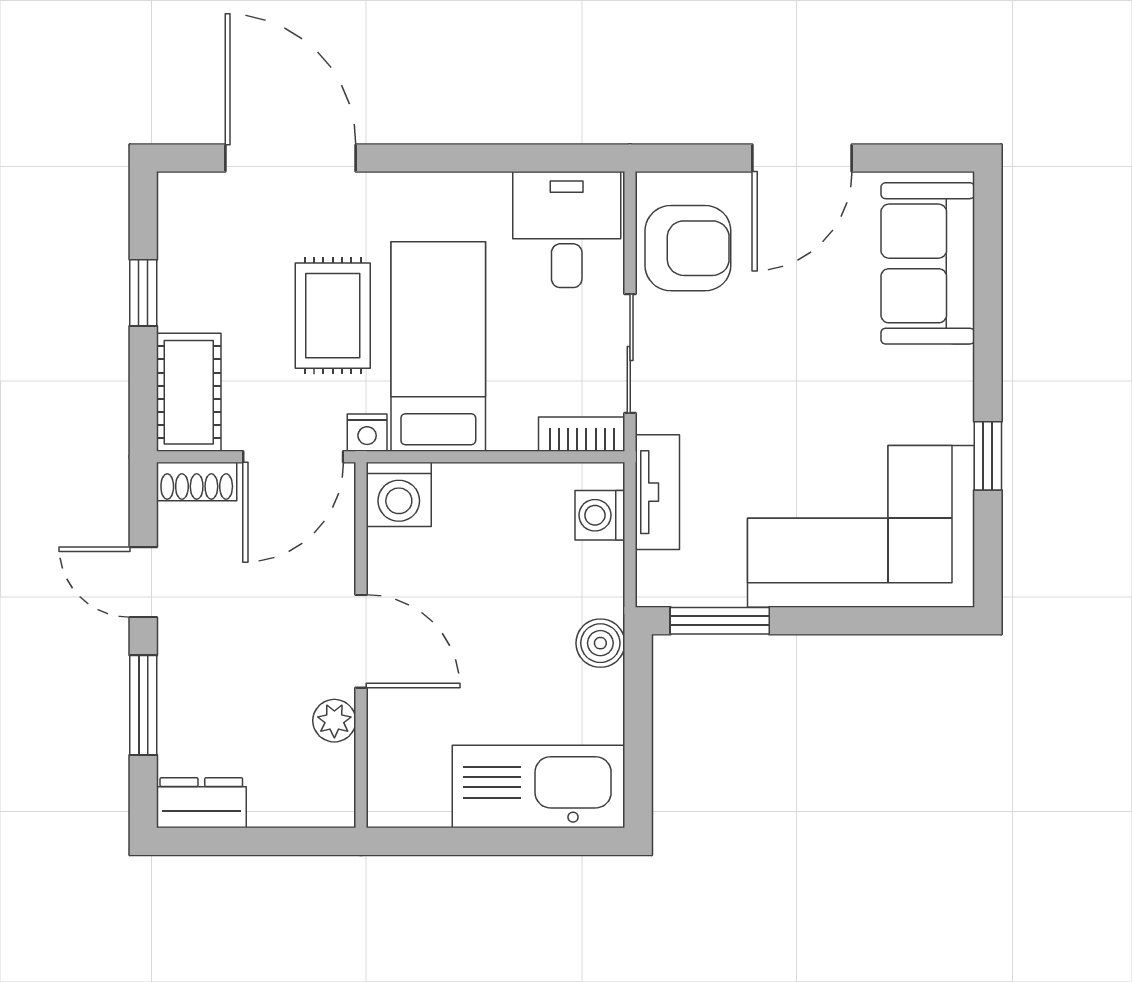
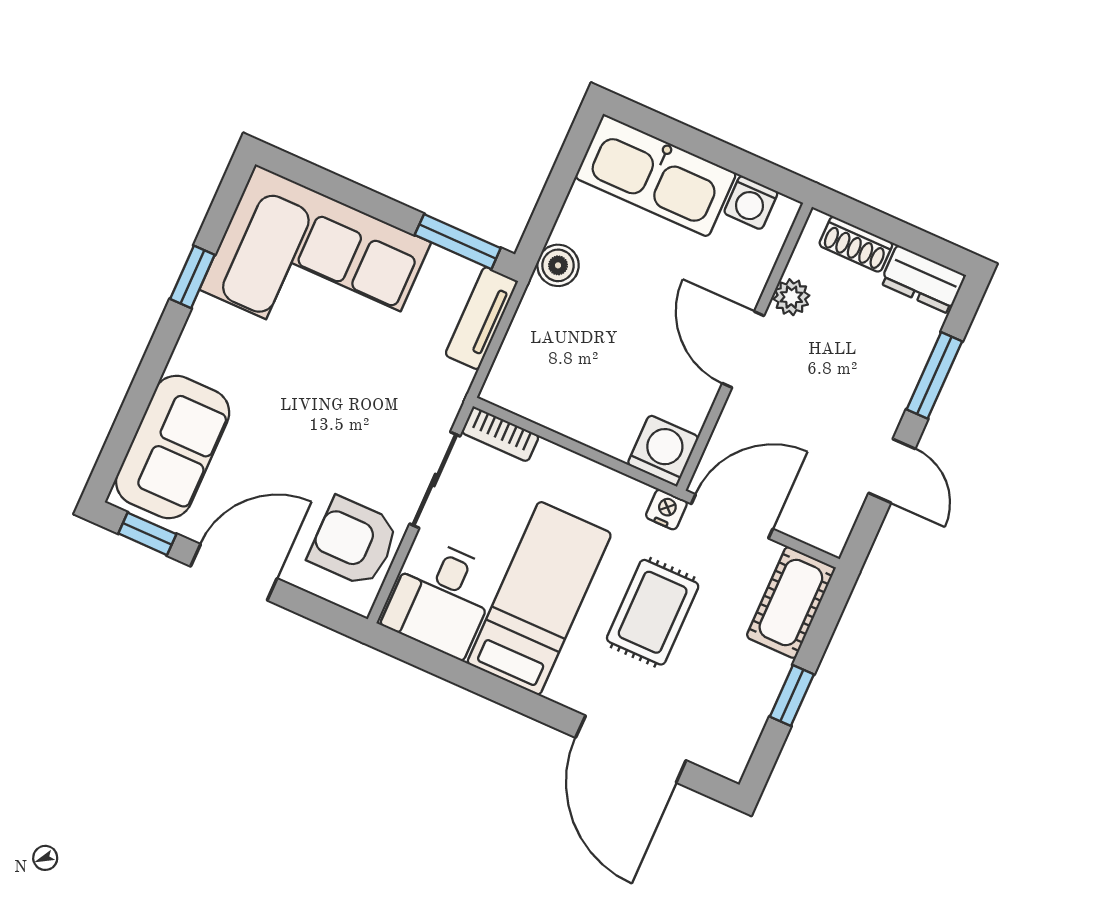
window: (913, 158) -> (147, 534), added
bed: (438, 346) -> (539, 598), moved, turned 180
shoe rack: (197, 481) -> (856, 244), moved, turned 180
tv unit: (657, 492) -> (481, 318), moved
washing machine: (600, 515) -> (751, 202), moved, turned 90

